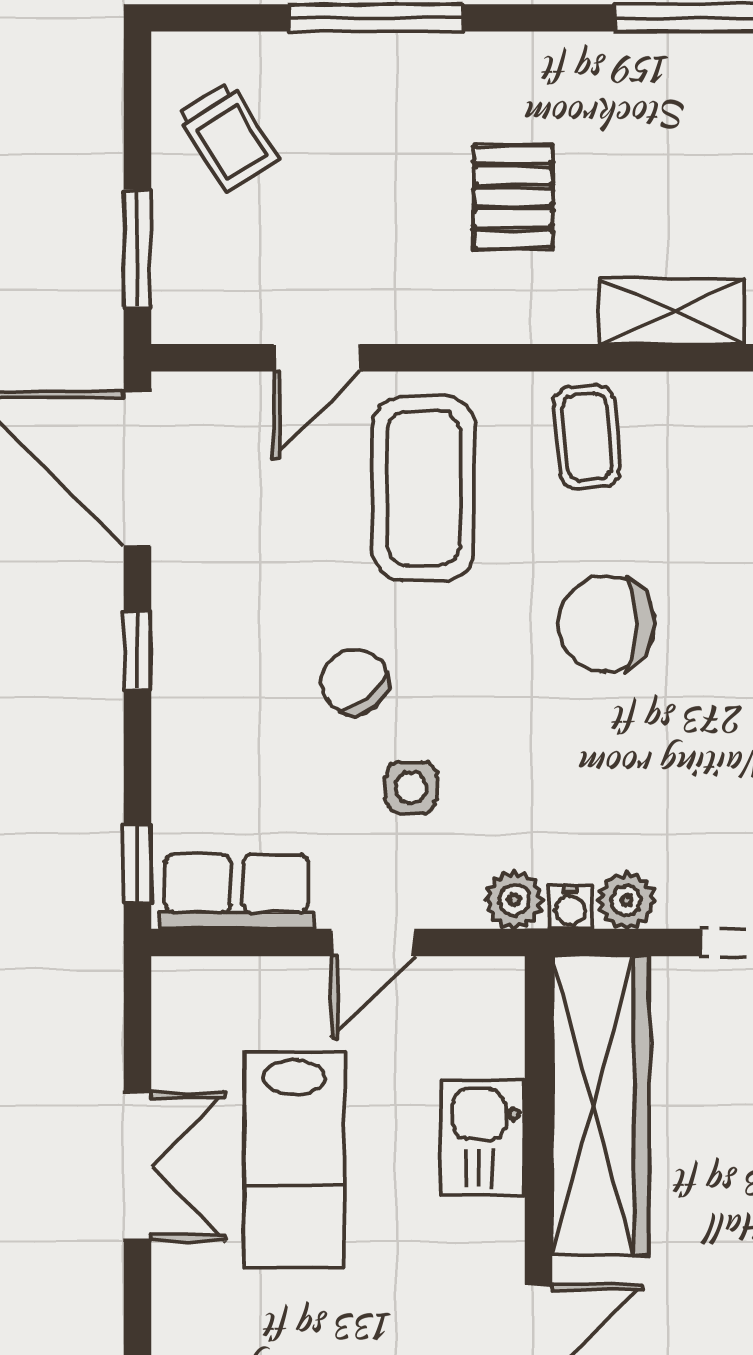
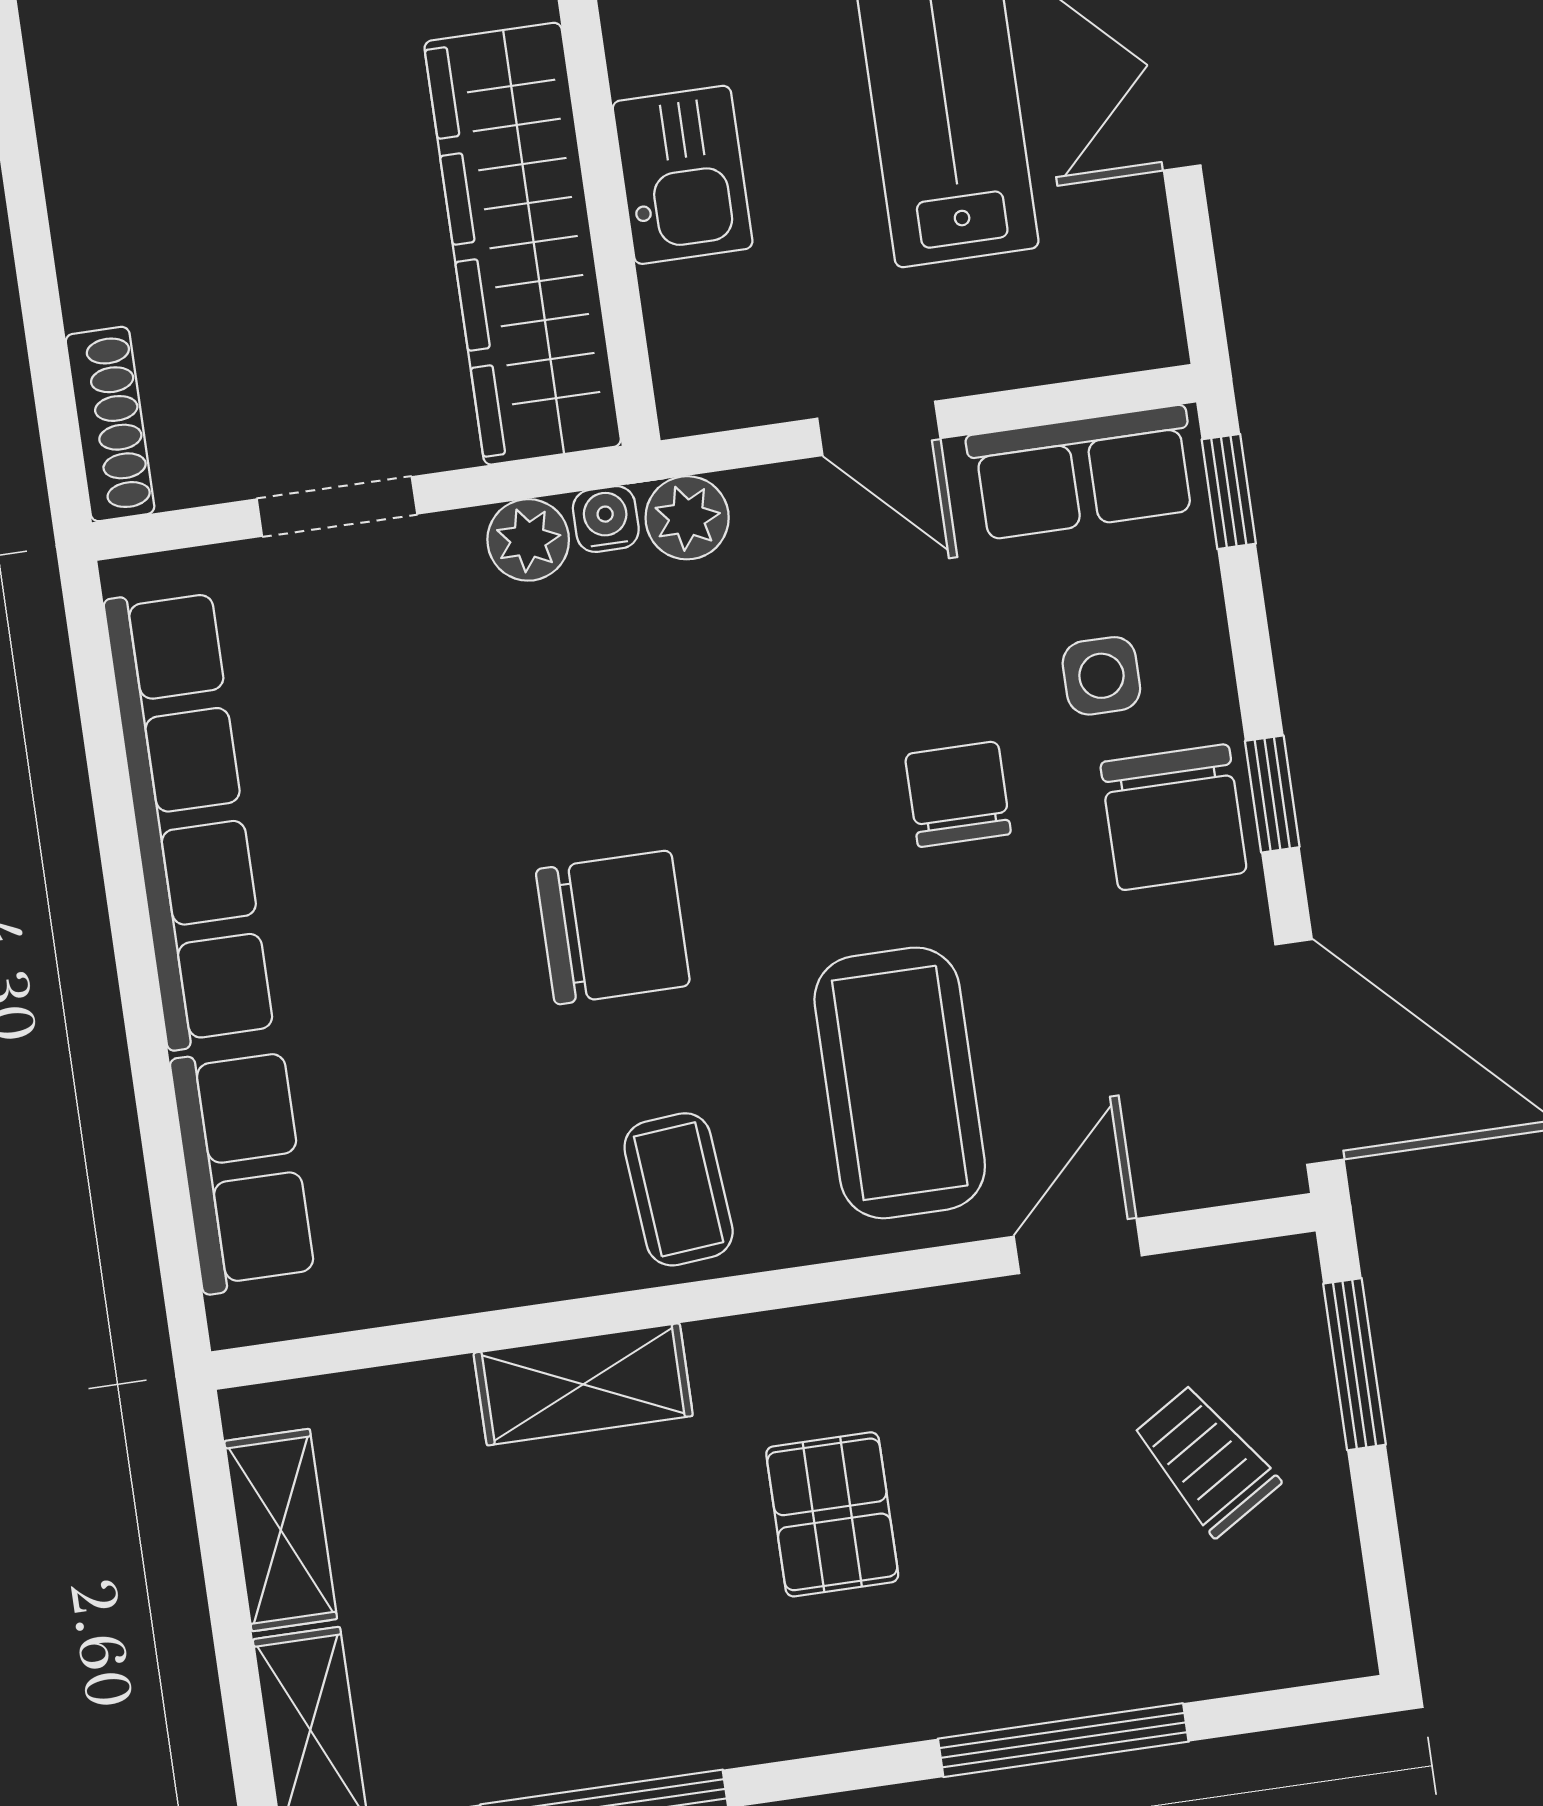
trolley: (228, 137) -> (1206, 1460), moved
chair: (208, 644) -> (1174, 817), added
chair: (355, 682) -> (958, 794), turned -141
side table: (411, 787) -> (1101, 676), moved
door: (373, 942) -> (879, 428), swing flipped

